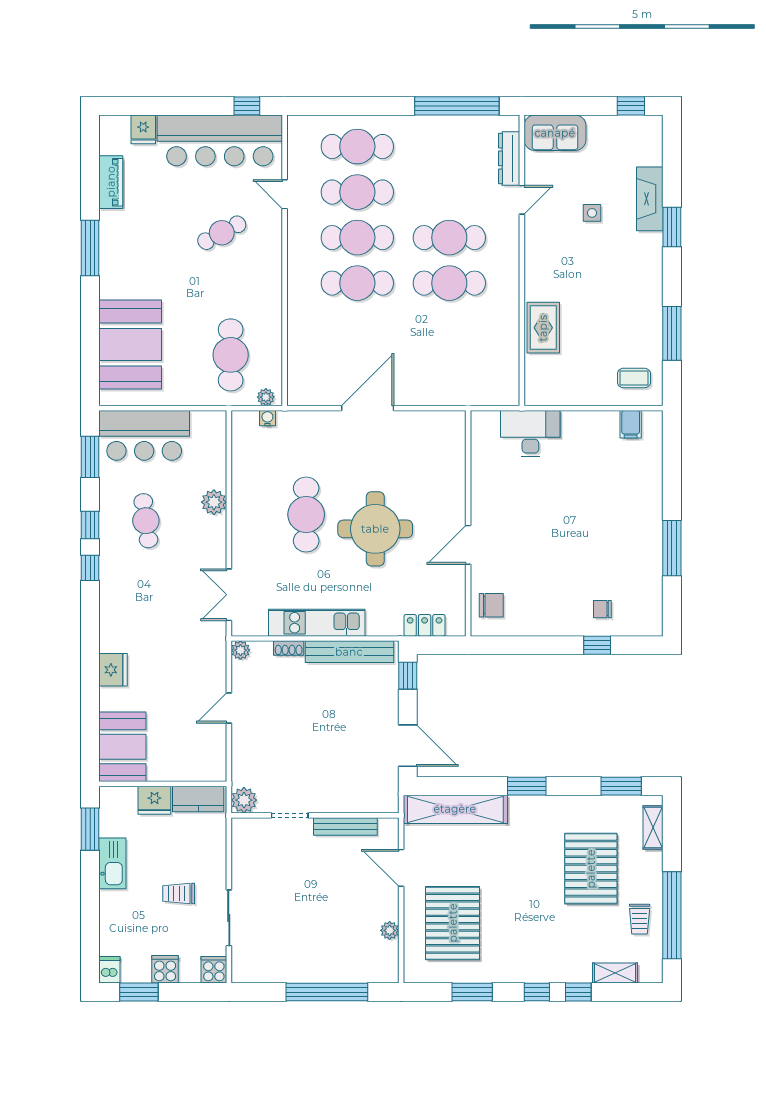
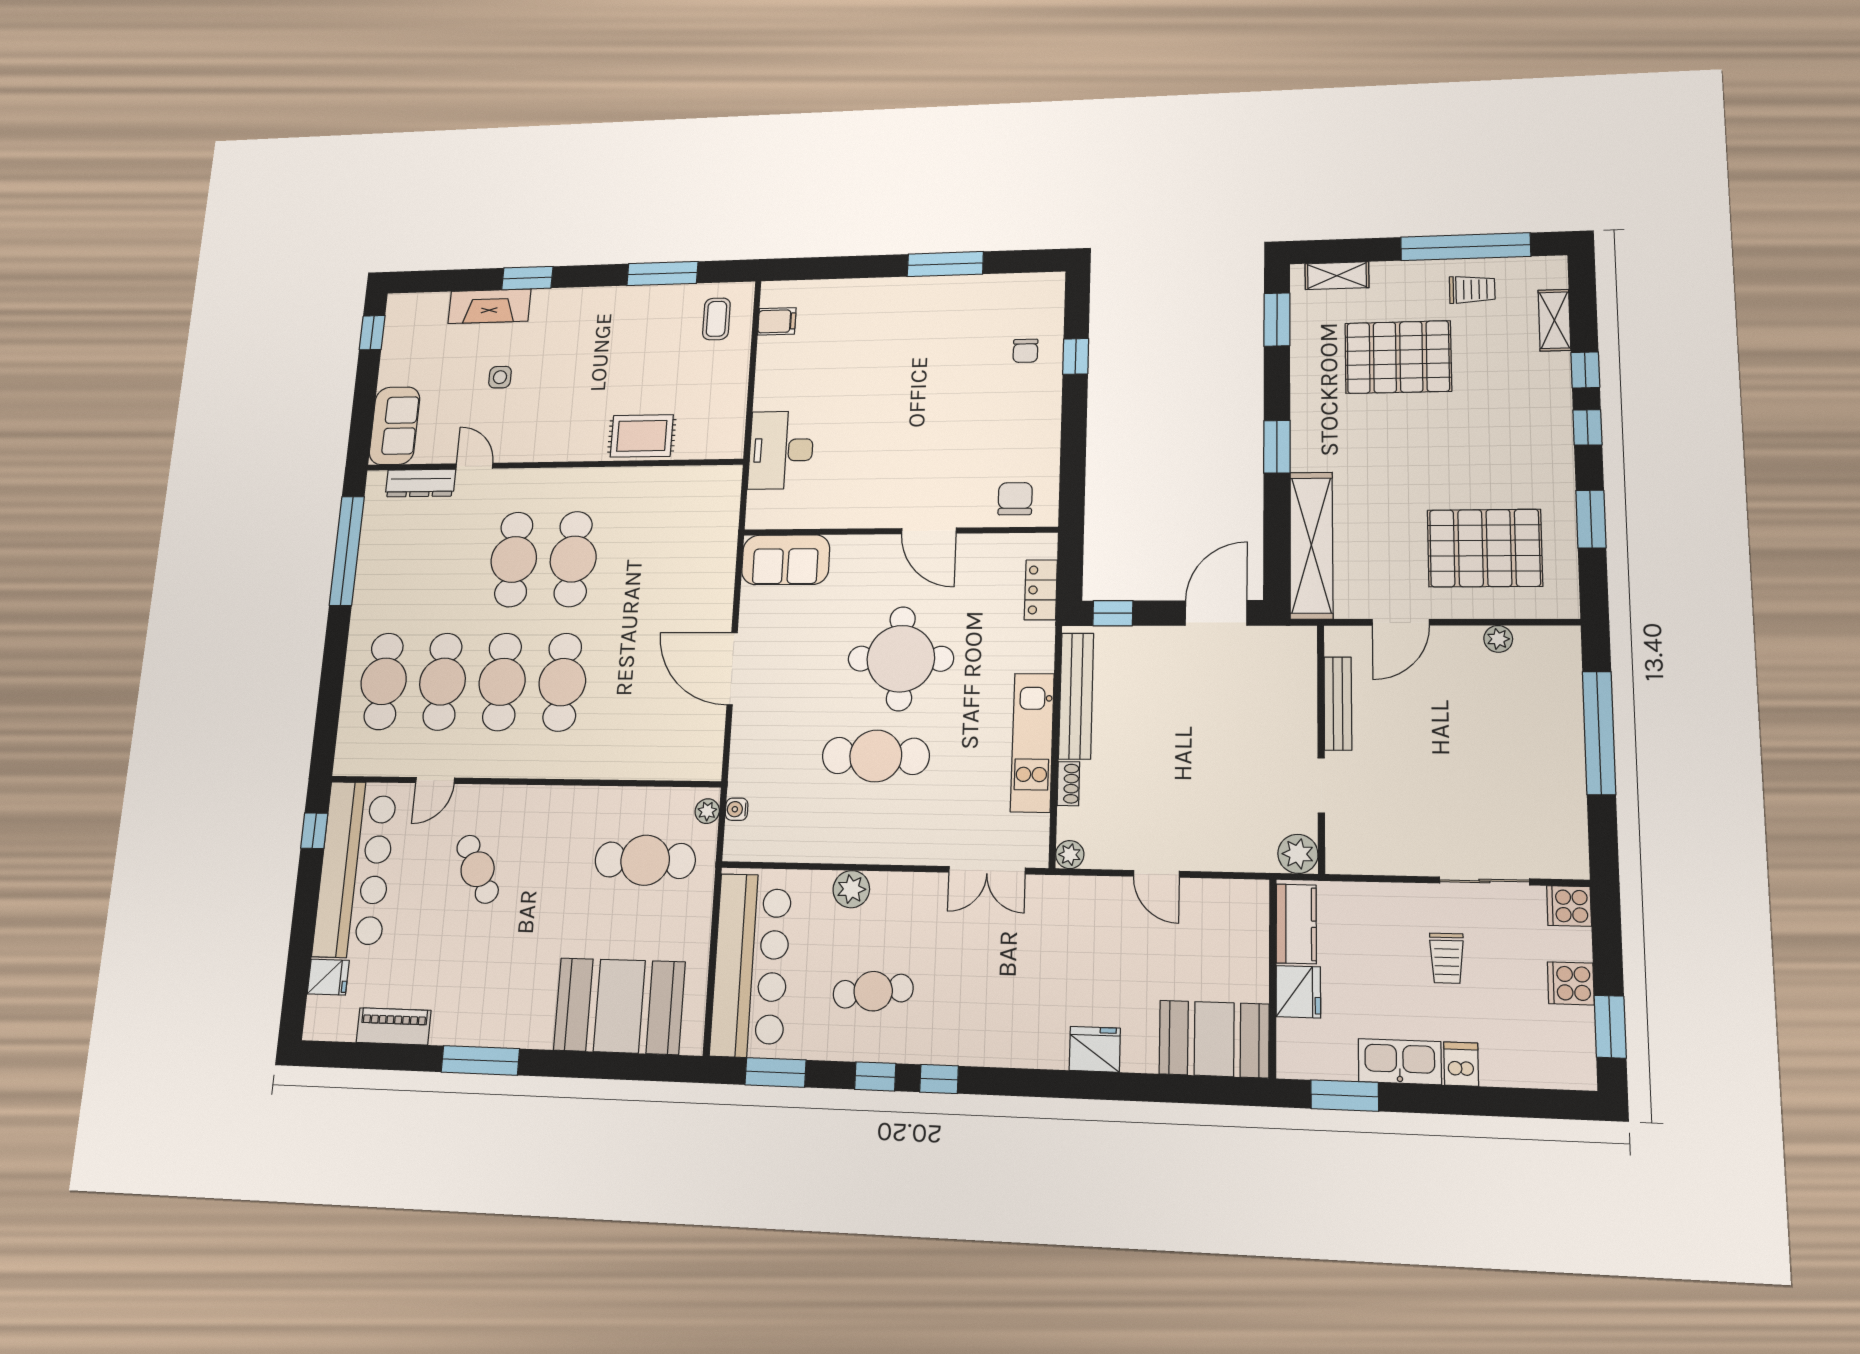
bar counter: (144, 435) -> (751, 965), width x1.36
sofa: (448, 442) -> (786, 560), added
dishwasher: (109, 970) -> (1461, 1064), moved, turned 90

